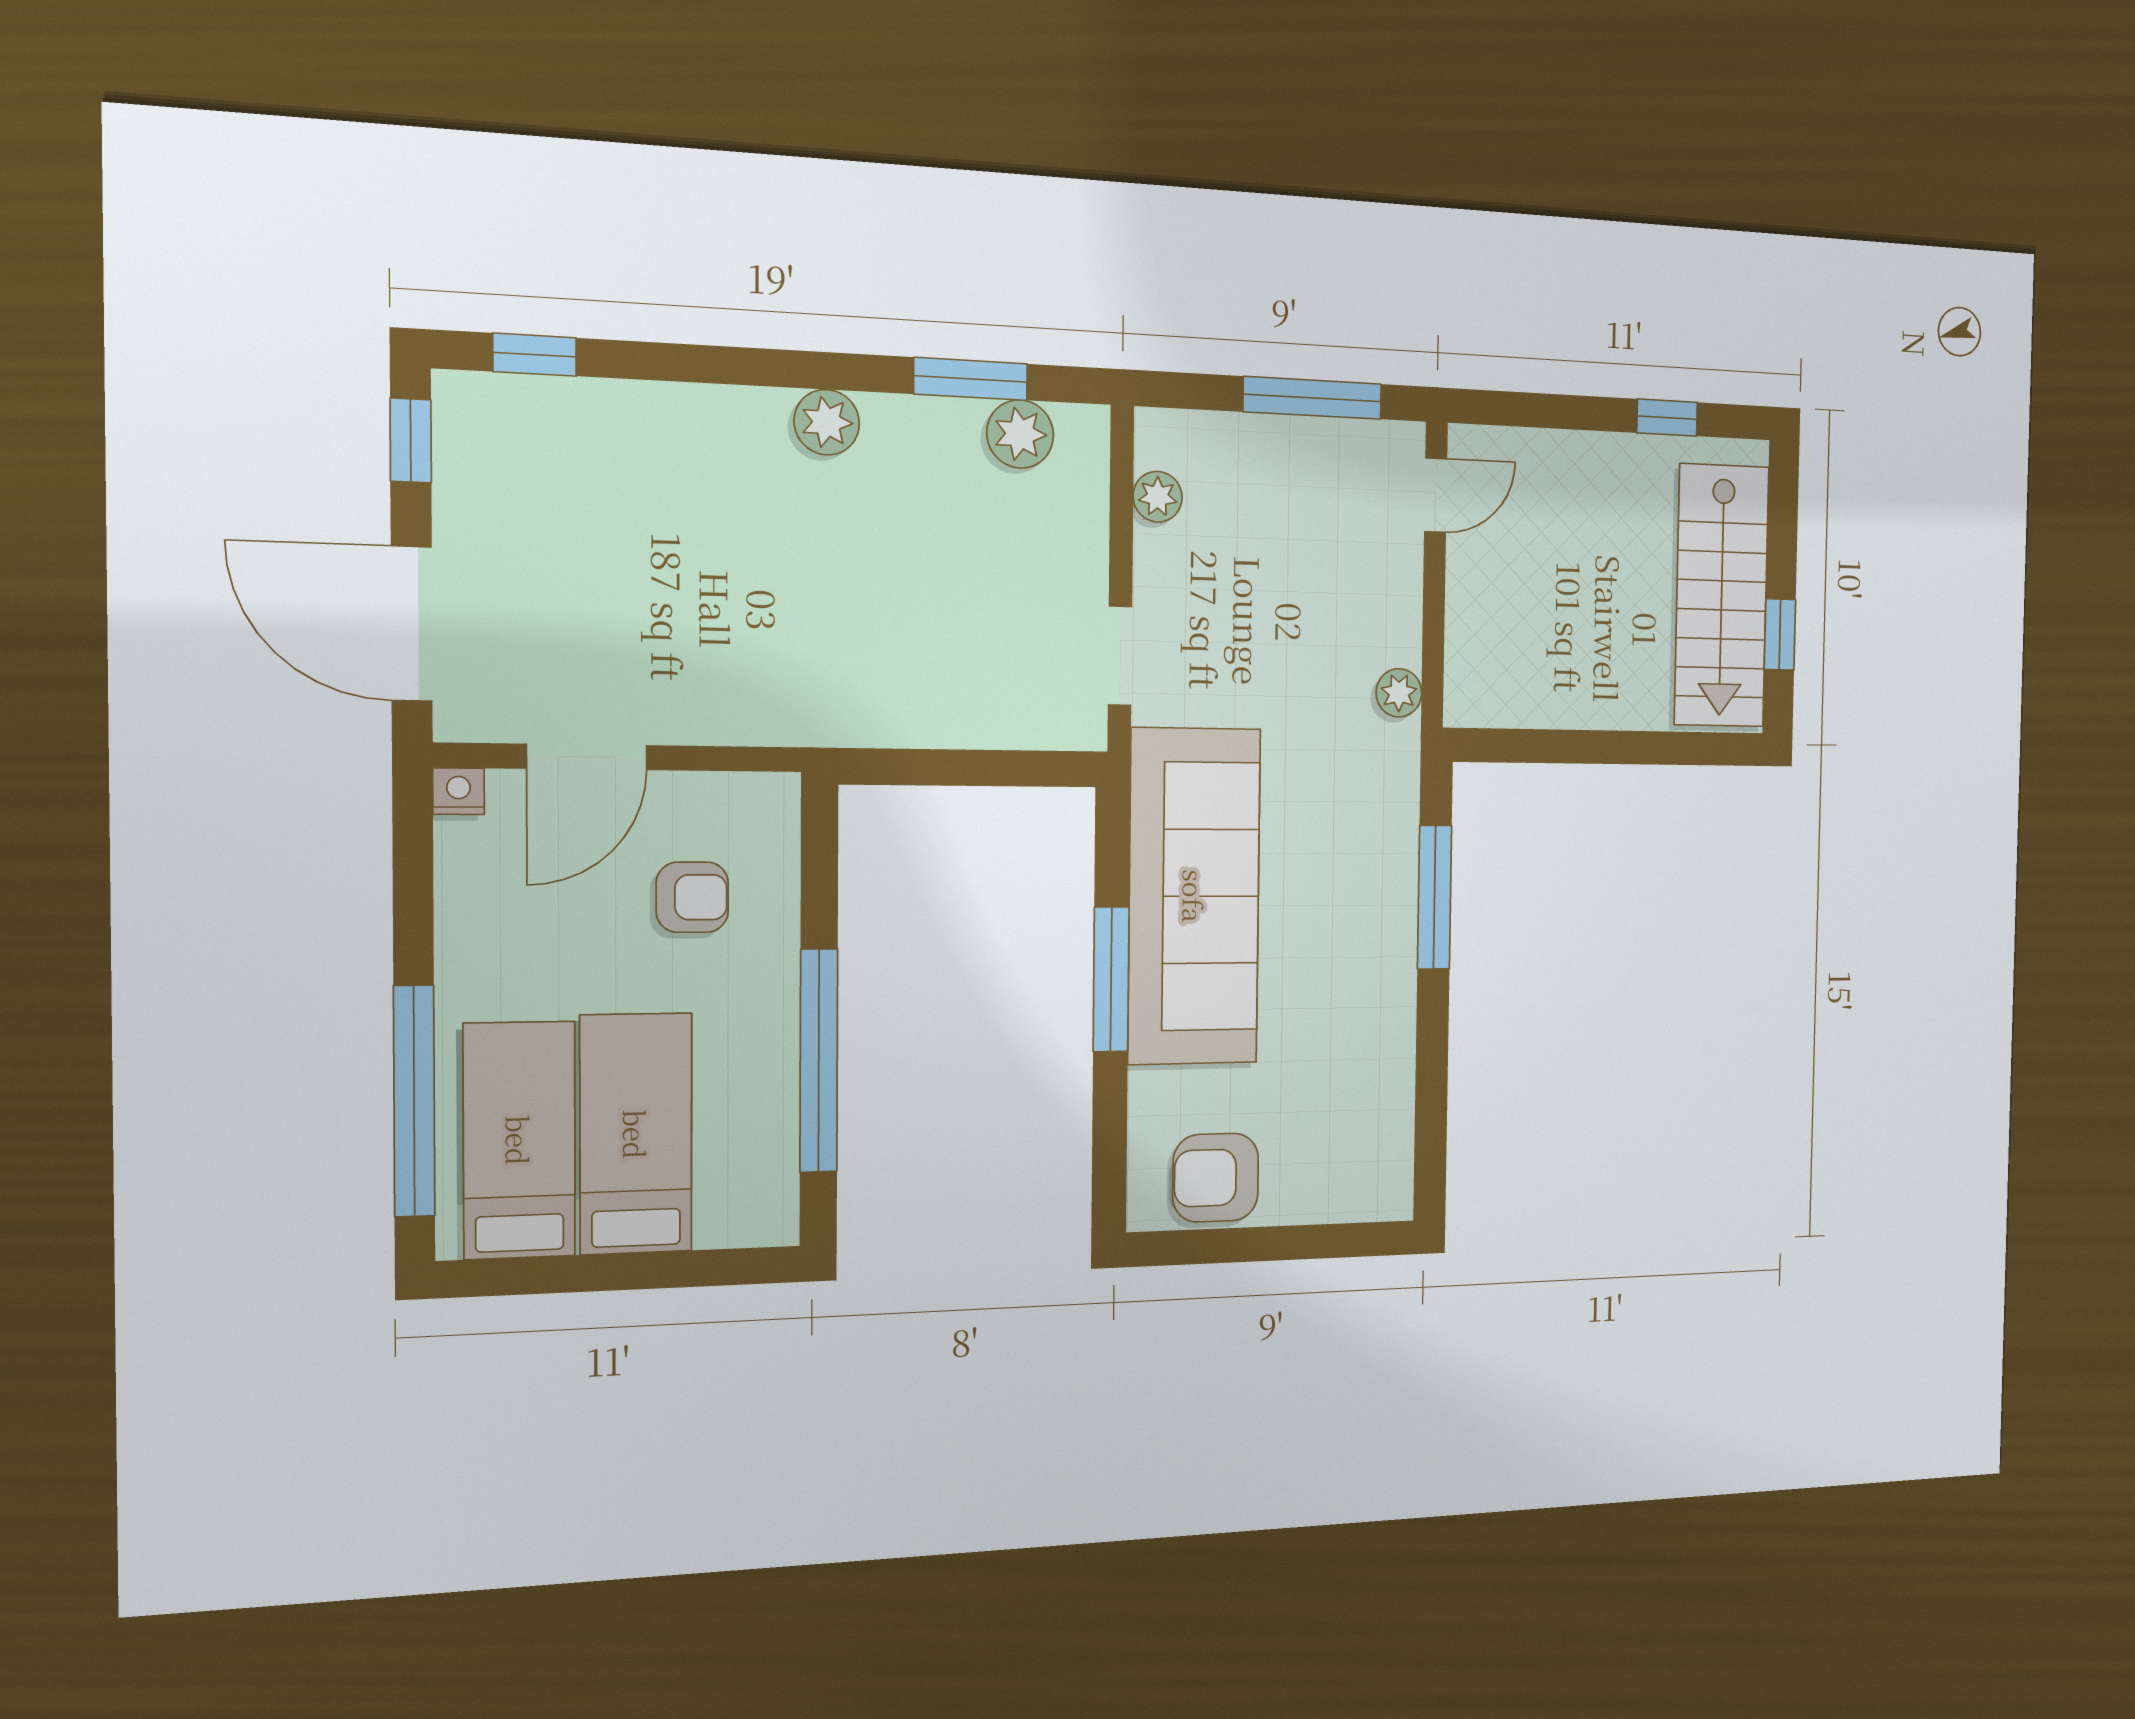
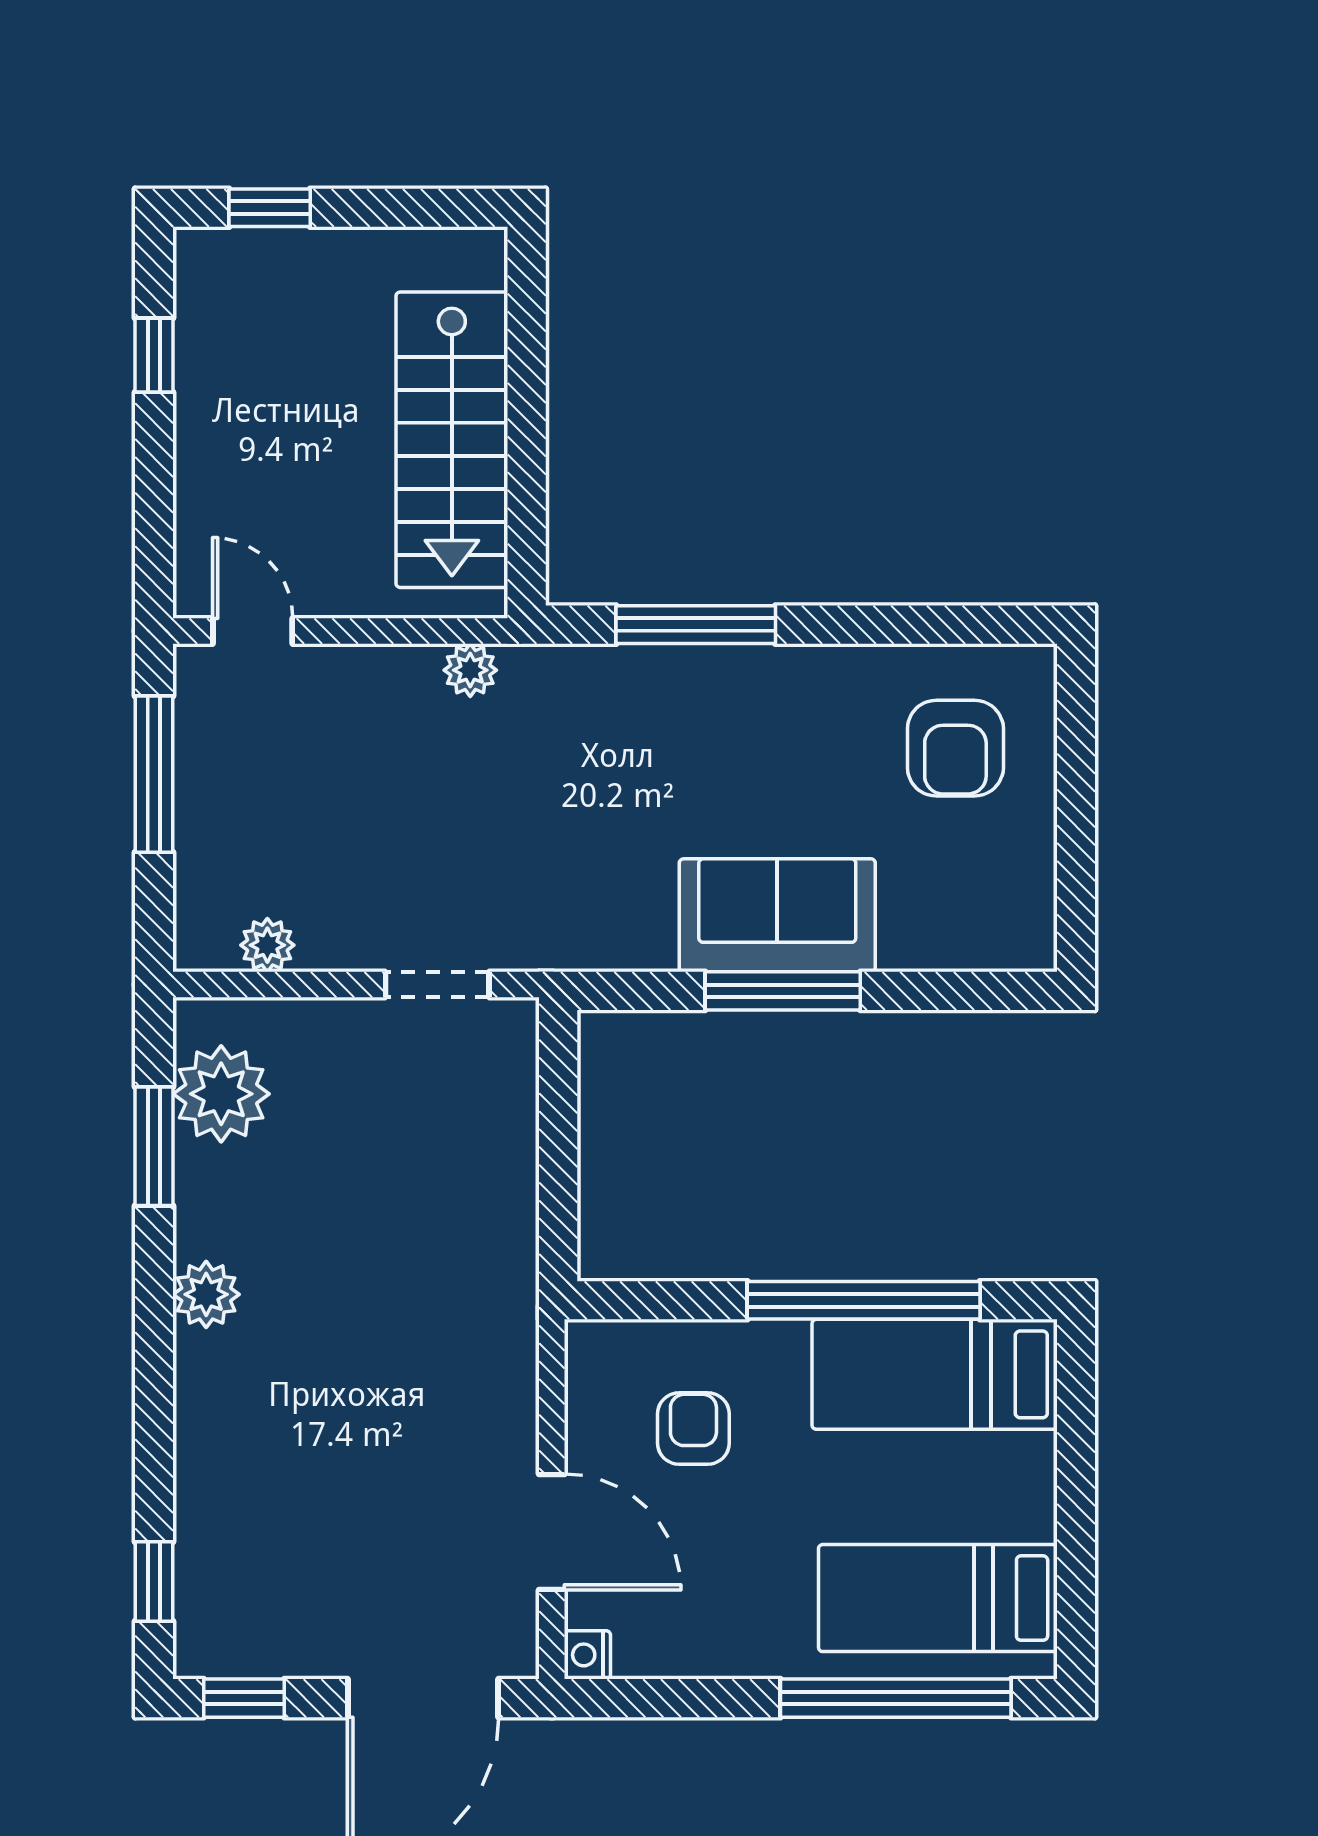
plant: (1020, 434) -> (221, 1094), width x1.36, depth x1.36
stairs: (1722, 596) -> (452, 440), moved, turned 90
window: (1780, 634) -> (270, 208), moved
sofa: (1194, 896) -> (777, 915), width x0.54, depth x0.79
bed: (636, 1134) -> (935, 1374), moved
armchair: (1216, 1178) -> (955, 748), moved

